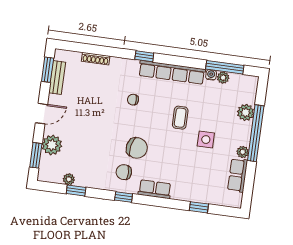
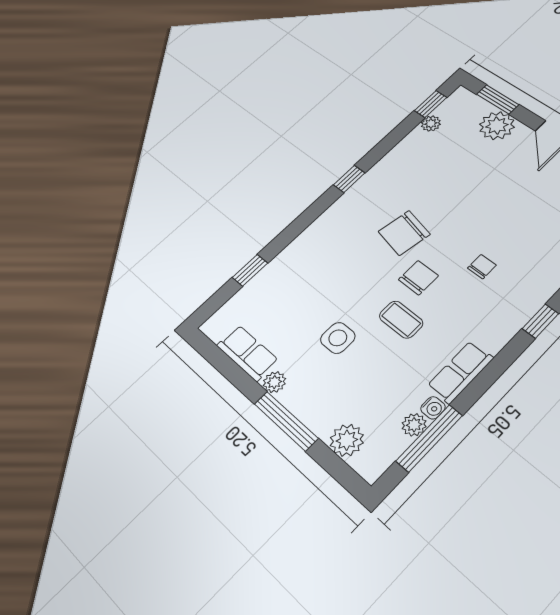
row of seats: (172, 72) -> (460, 372), width x0.50
plant: (246, 112) -> (347, 440), moved
window: (256, 133) -> (286, 421), width x0.68
chair: (124, 172) -> (418, 278), moved
row of seats: (155, 189) -> (326, 225), removed
window: (76, 190) -> (431, 104), moved

